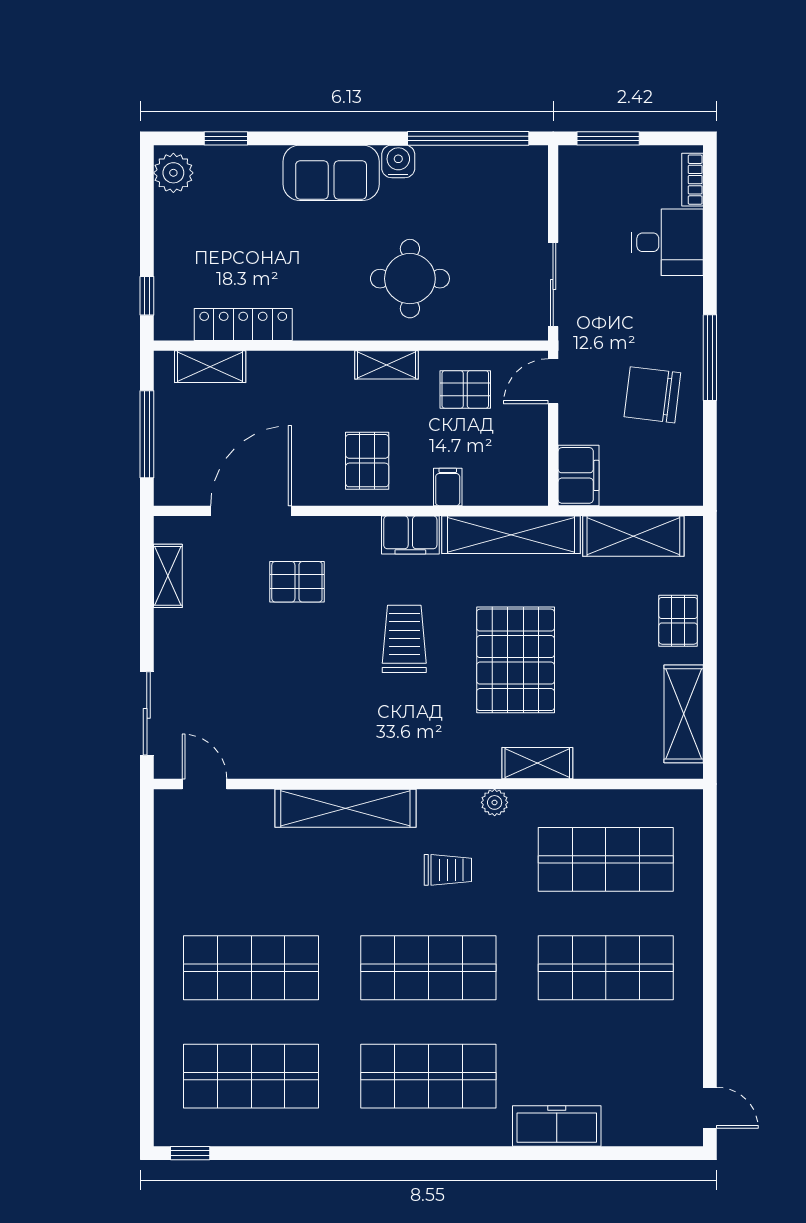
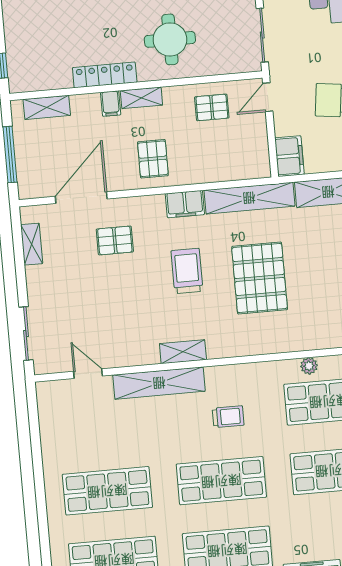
locker: (243, 324) -> (105, 75), moved
shelving: (386, 365) -> (141, 98), moved
filing cabinet: (448, 487) -> (111, 104), moved, turned 180
shelving: (537, 763) -> (183, 352), moved
door: (205, 784) -> (88, 374), moved
plant: (495, 802) -> (309, 366), moved

